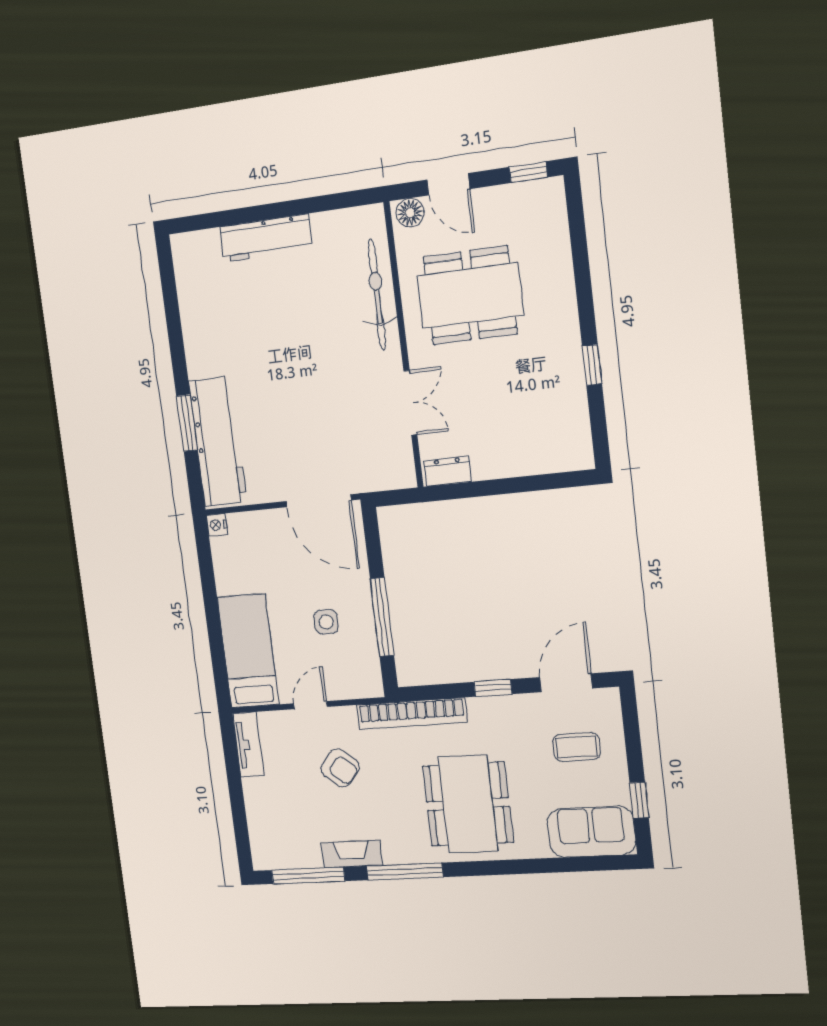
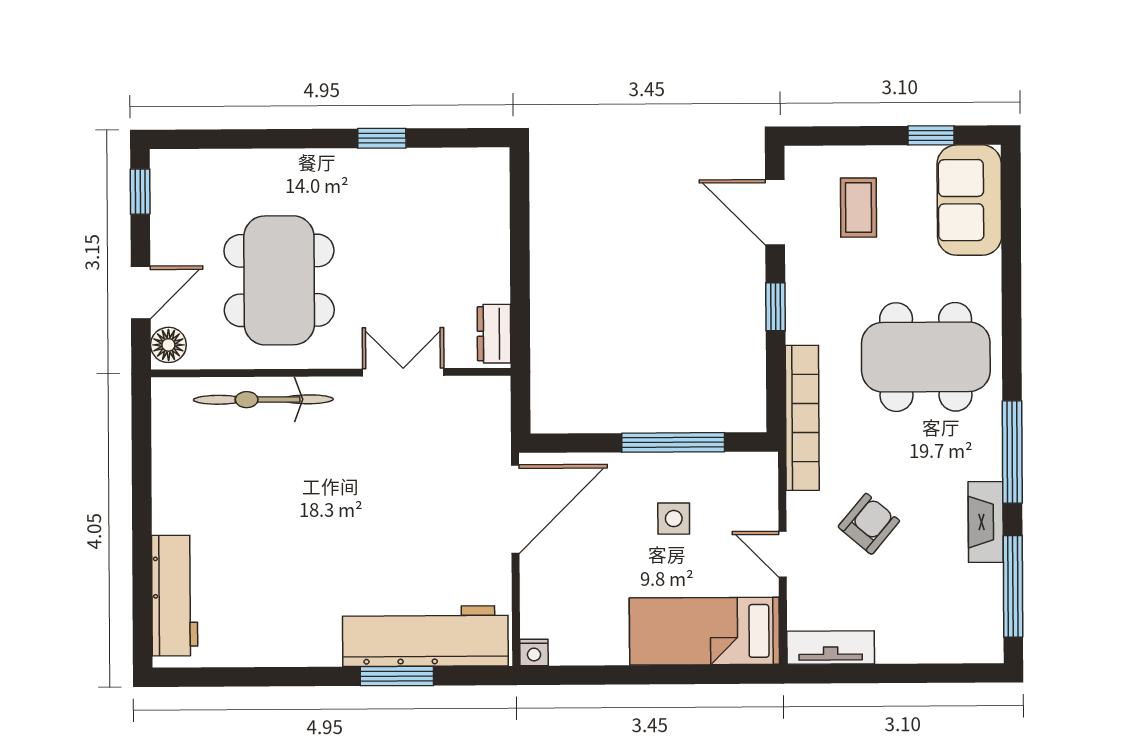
workbench: (266, 238) -> (175, 596), moved

